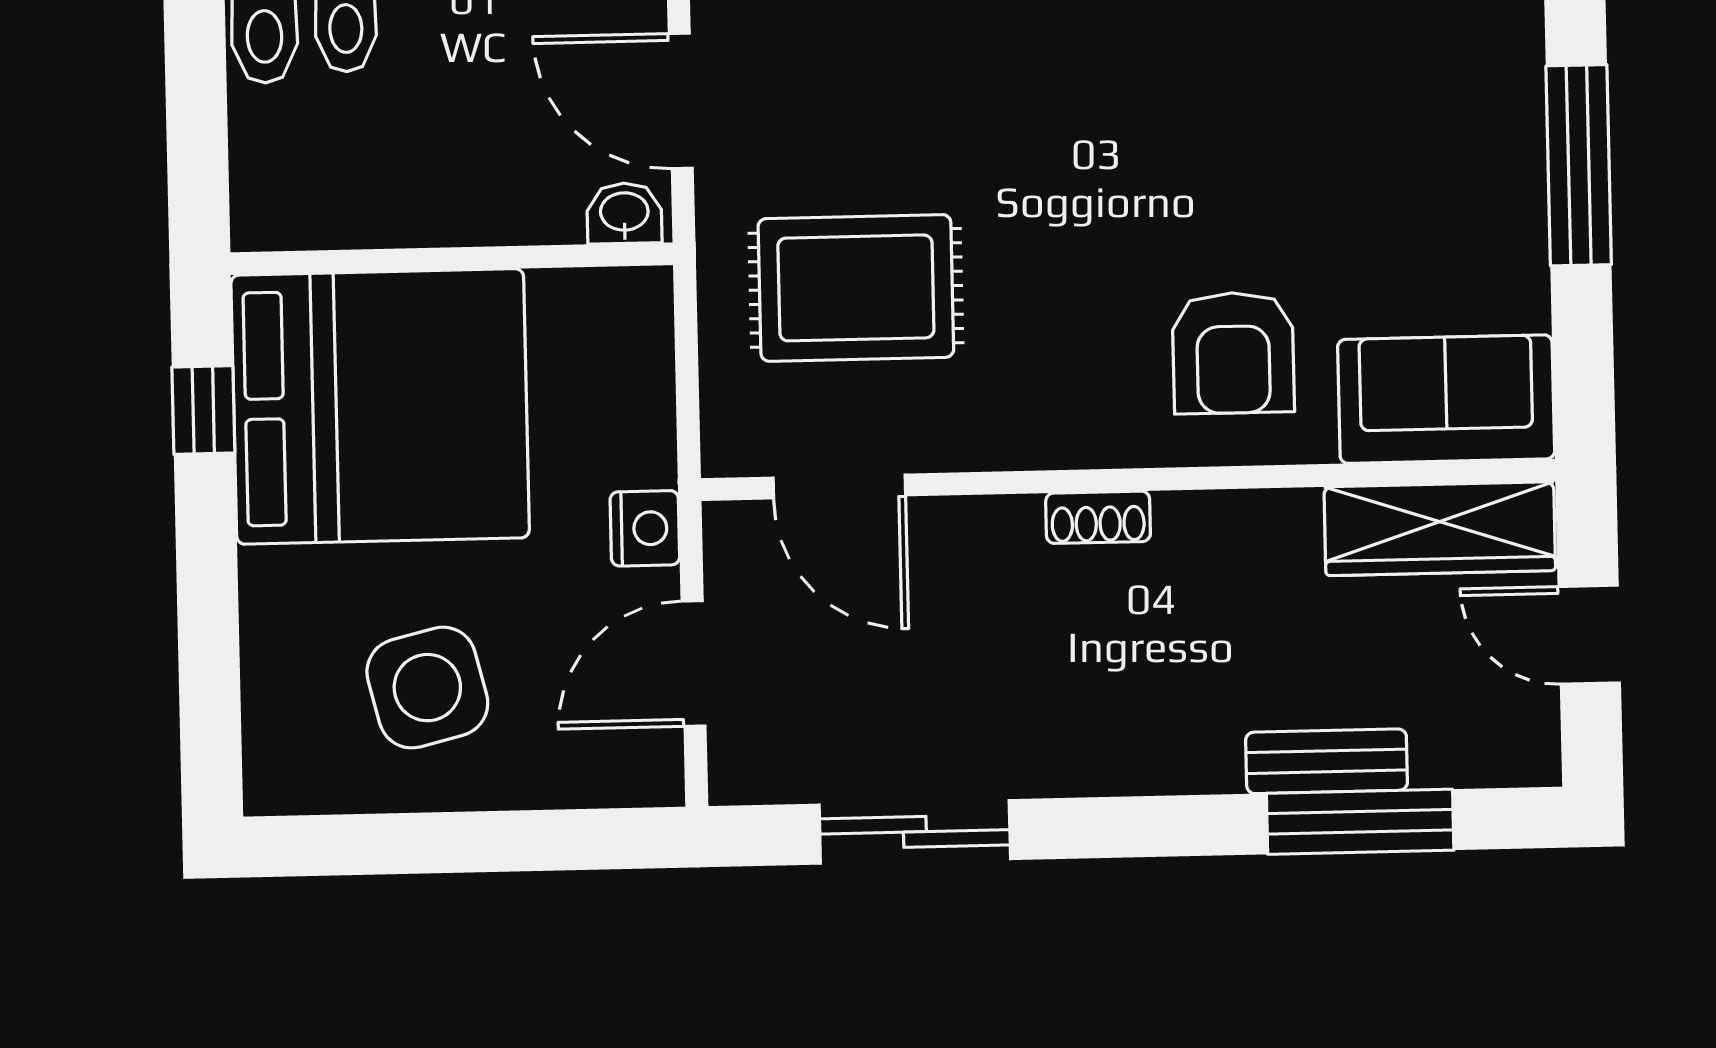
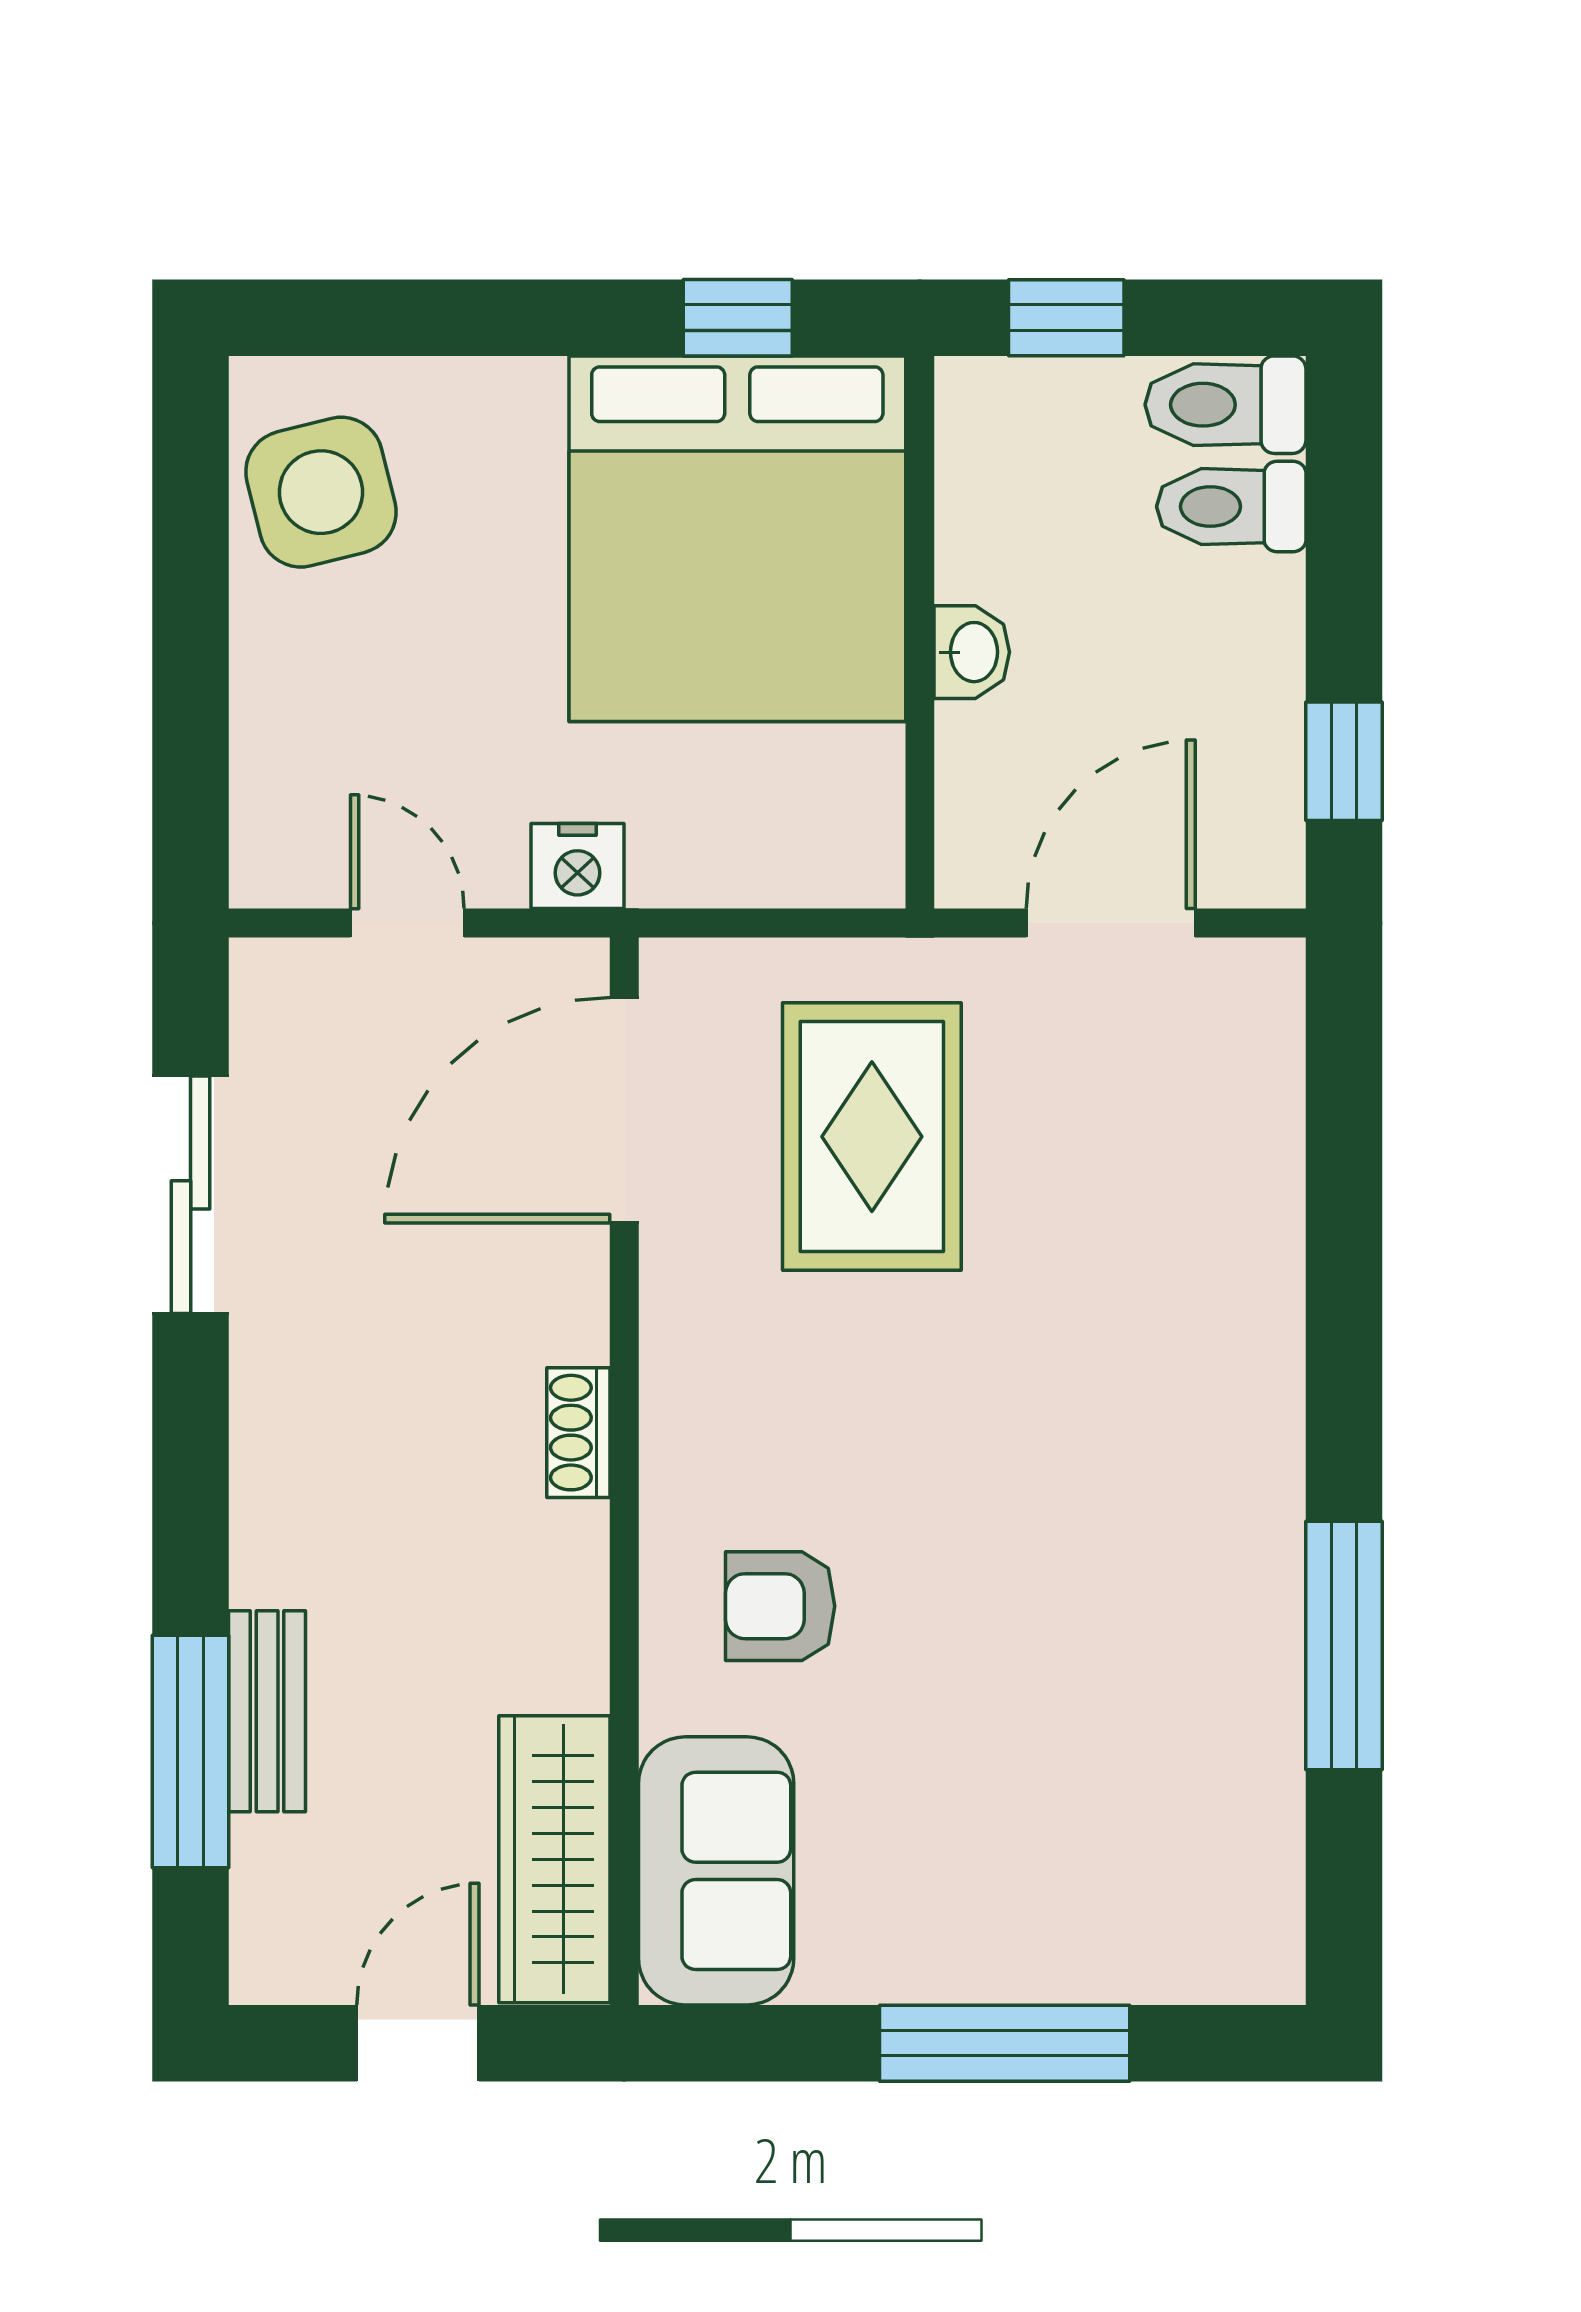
window: (197, 147) -> (1066, 318), added
washbasin: (624, 213) -> (972, 652), moved
armchair: (1233, 353) -> (780, 1606), width x0.72, depth x0.72
door: (839, 486) -> (624, 1110), width x1.36
door: (694, 663) -> (407, 923), width x0.73
side table: (427, 688) -> (321, 492), moved

